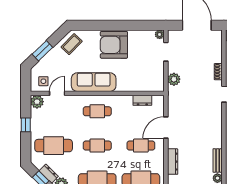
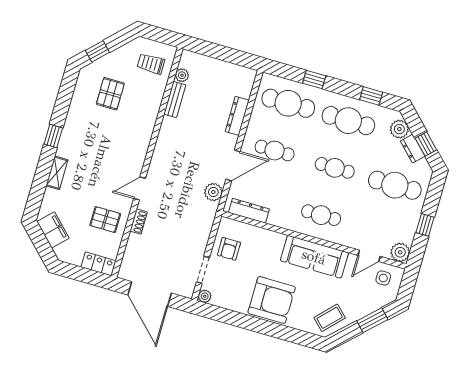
armchair: (152, 71) -> (229, 249), added
plant: (174, 79) -> (213, 192), moved
dresser: (142, 100) -> (249, 211), width x1.44

